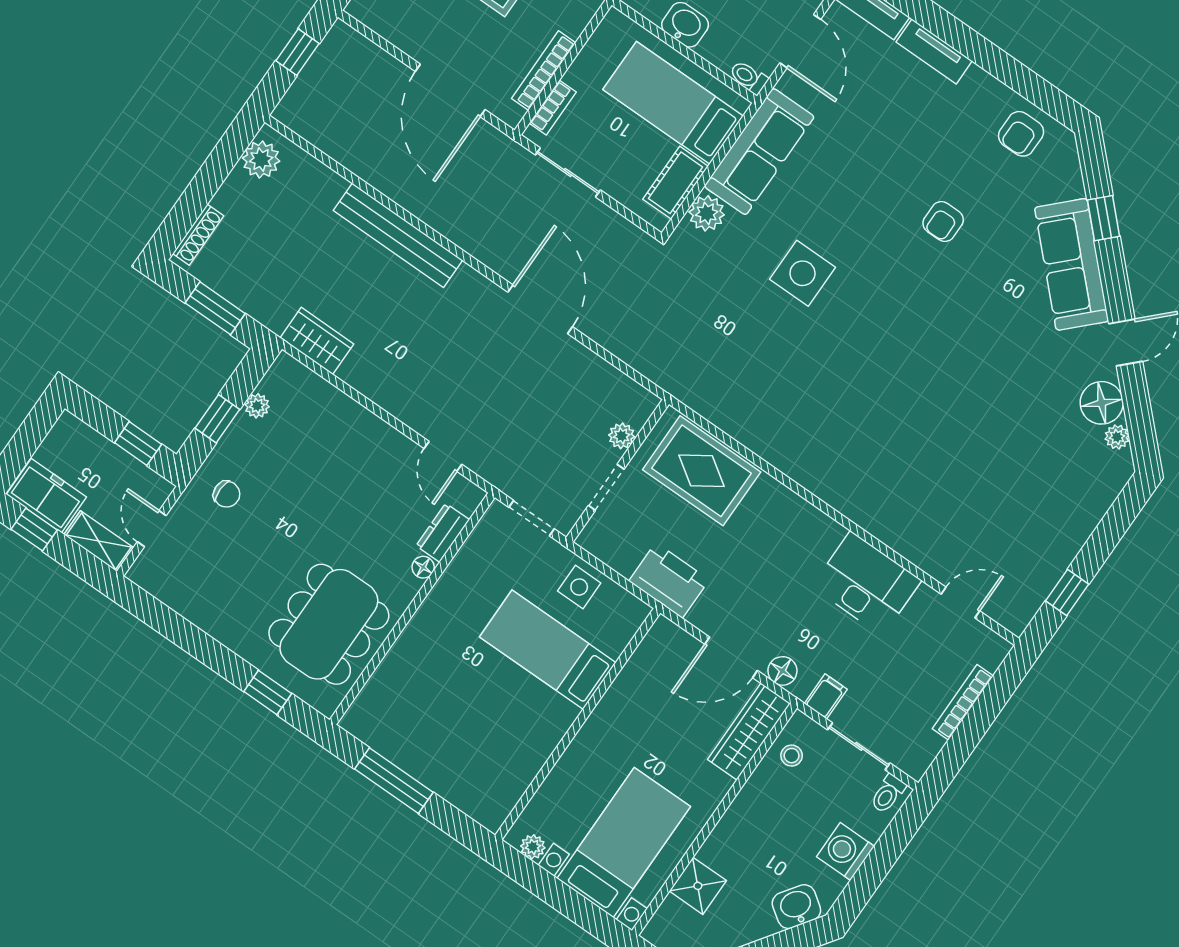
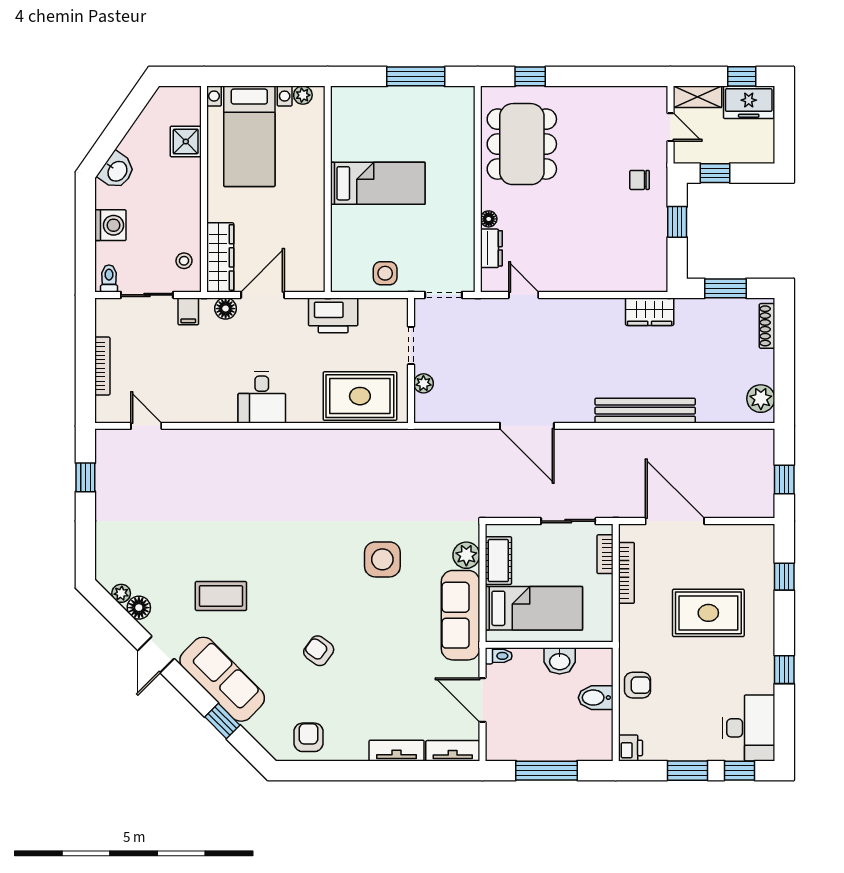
armchair: (943, 222) -> (319, 651), turned -54
coffee table: (1009, 357) -> (221, 596), added
floor lamp: (1102, 403) -> (139, 608), width x0.73, depth x0.73
plant: (257, 406) -> (658, 247), removed
desk: (866, 584) -> (262, 397), moved, width x0.73
door: (960, 602) -> (146, 426), swing flipped
bed: (548, 650) -> (378, 183), moved

